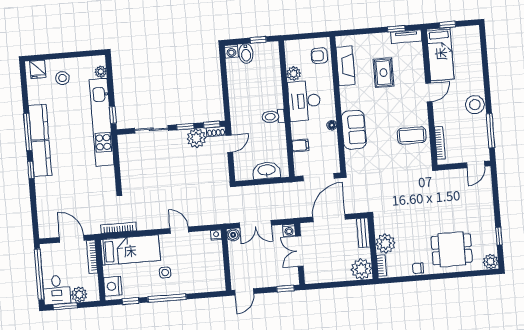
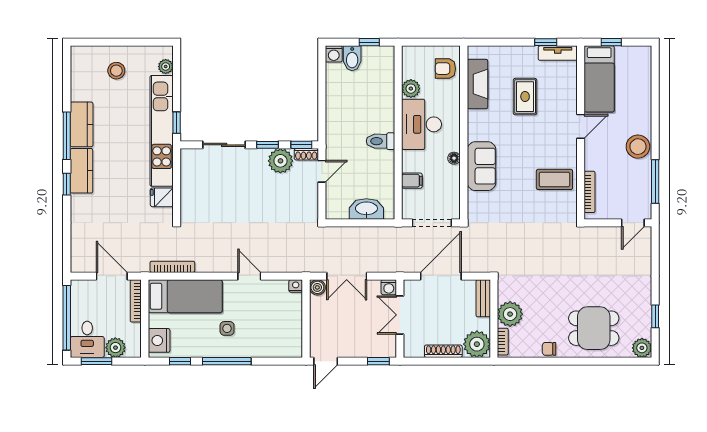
fridge: (38, 69) -> (162, 197), moved, turned 90
shoe rack: (336, 277) -> (443, 351), added

